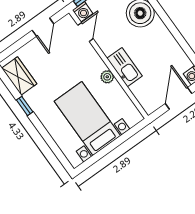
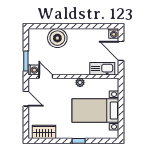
kitchen sink: (125, 67) -> (102, 69), moved
window: (25, 106) -> (79, 141), moved

